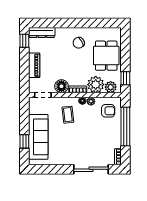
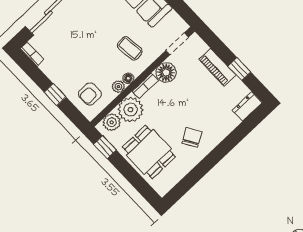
dresser: (42, 32) -> (247, 107), width x0.70
window: (24, 41) -> (239, 69), moved
window: (125, 127) -> (55, 95), width x0.32

